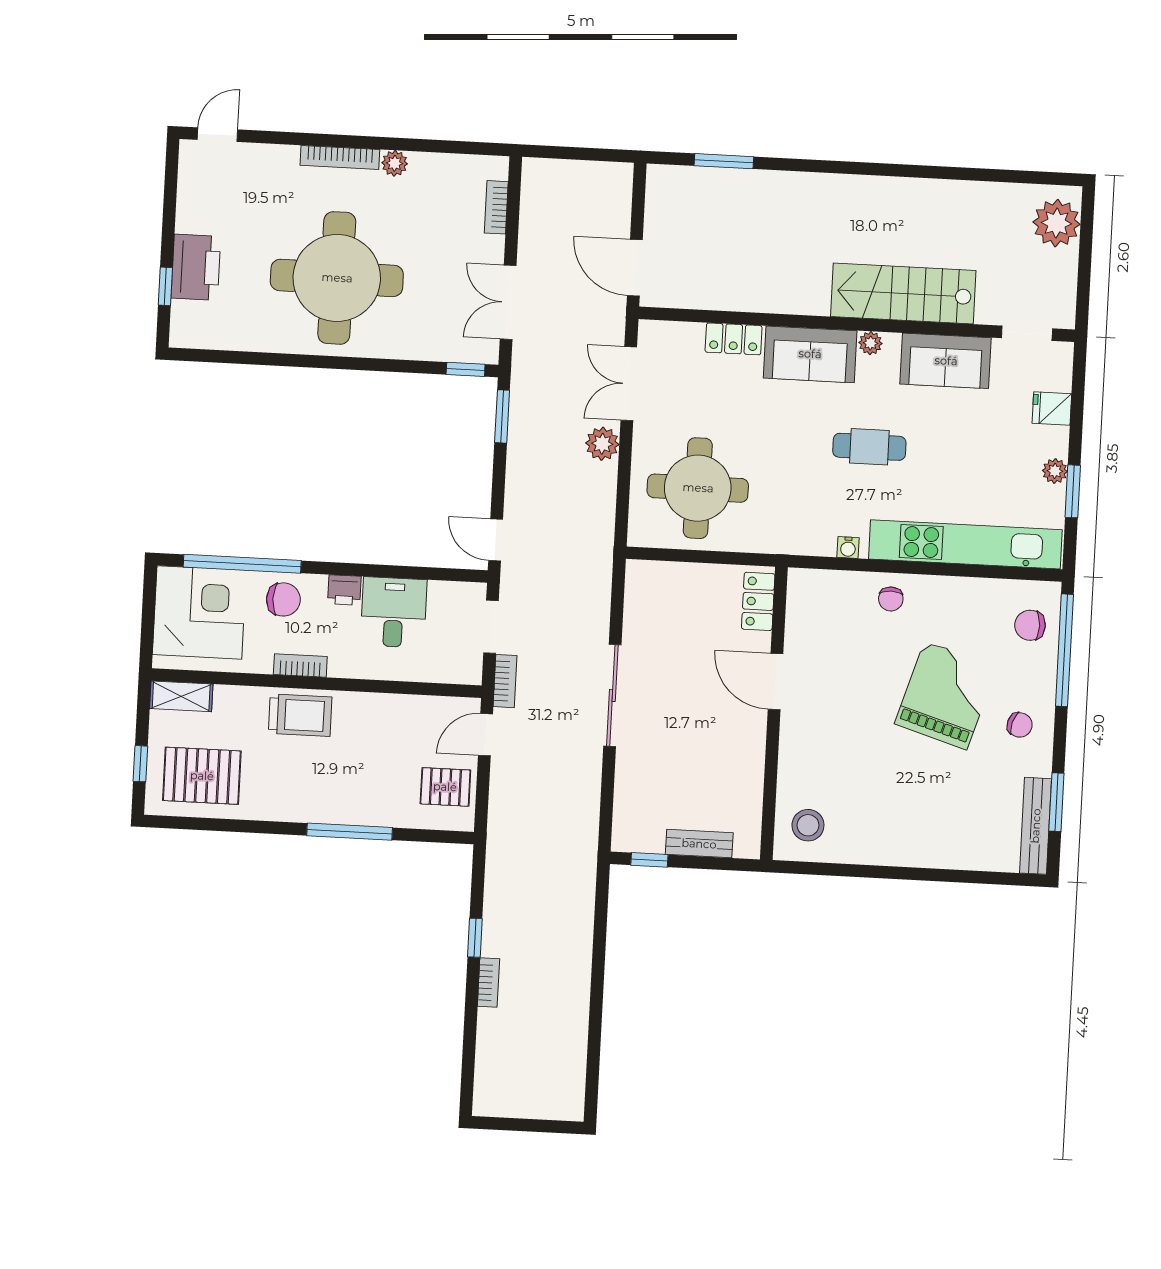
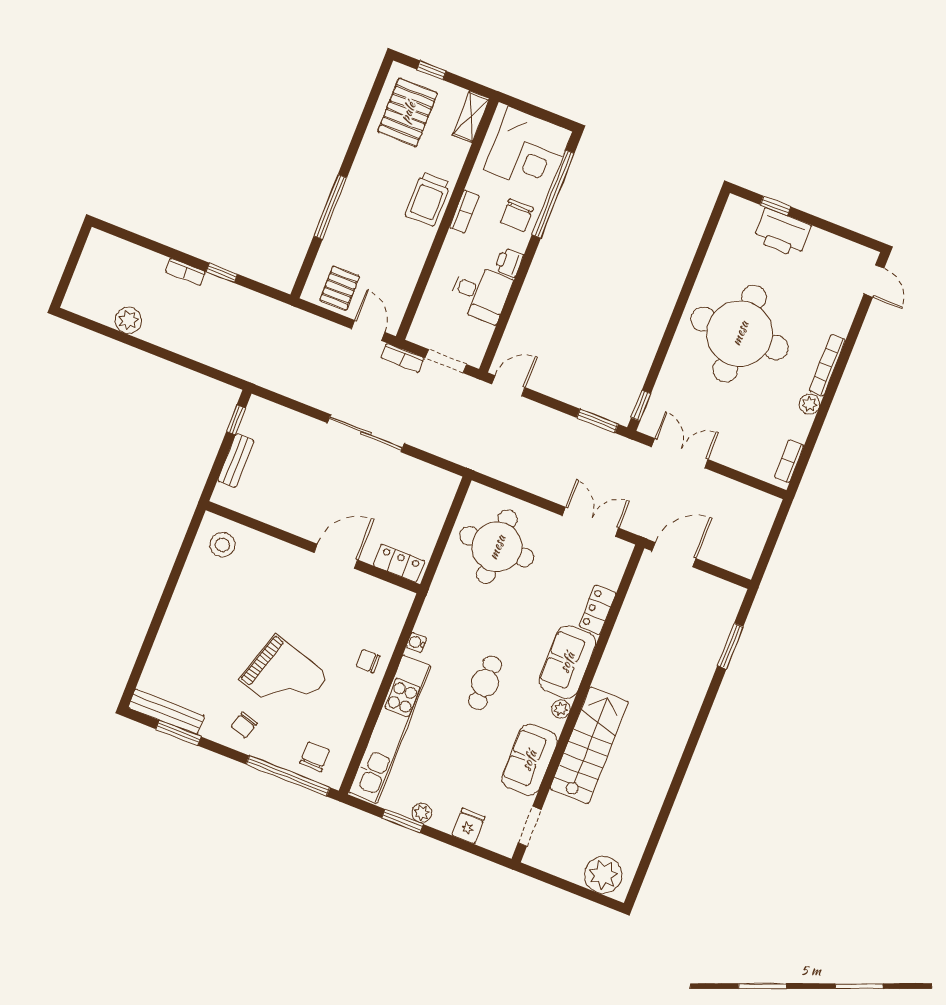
bookcase: (496, 207) -> (789, 461), moved, turned -90
plant: (602, 444) -> (128, 320), moved

